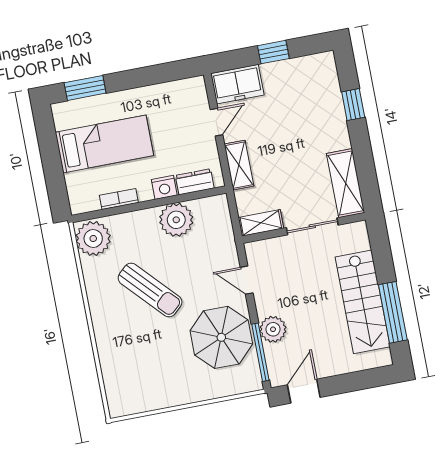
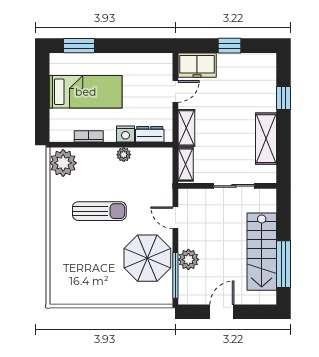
shelving: (346, 183) -> (266, 139), moved
plant: (176, 220) -> (124, 155), width x0.53, depth x0.53
shelving: (261, 223) -> (186, 164), moved, turned 90
sun lounger: (150, 290) -> (99, 211), turned -47
door: (304, 391) -> (222, 312), moved

